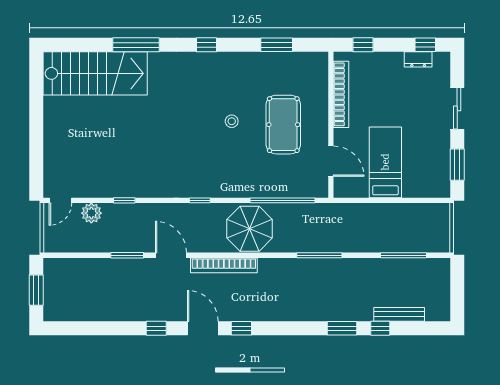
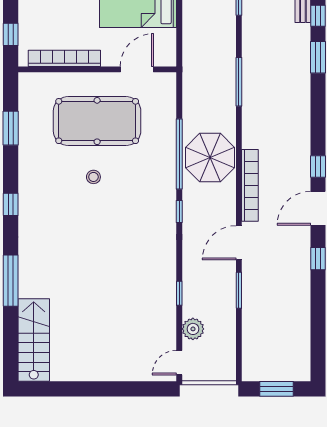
stairs: (95, 73) -> (34, 340), width x0.73, depth x0.66
pool table: (283, 125) -> (97, 121), width x1.36, depth x1.32
door: (60, 200) -> (179, 363), swing flipped
window: (282, 200) -> (179, 154), moved

